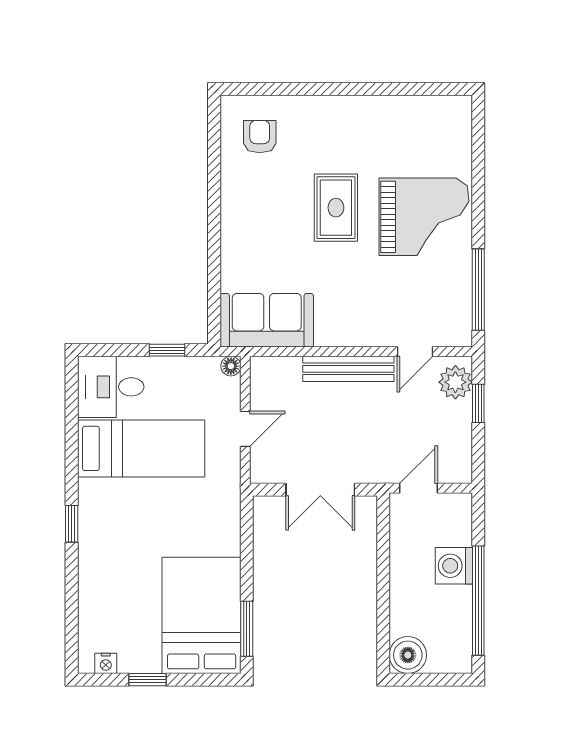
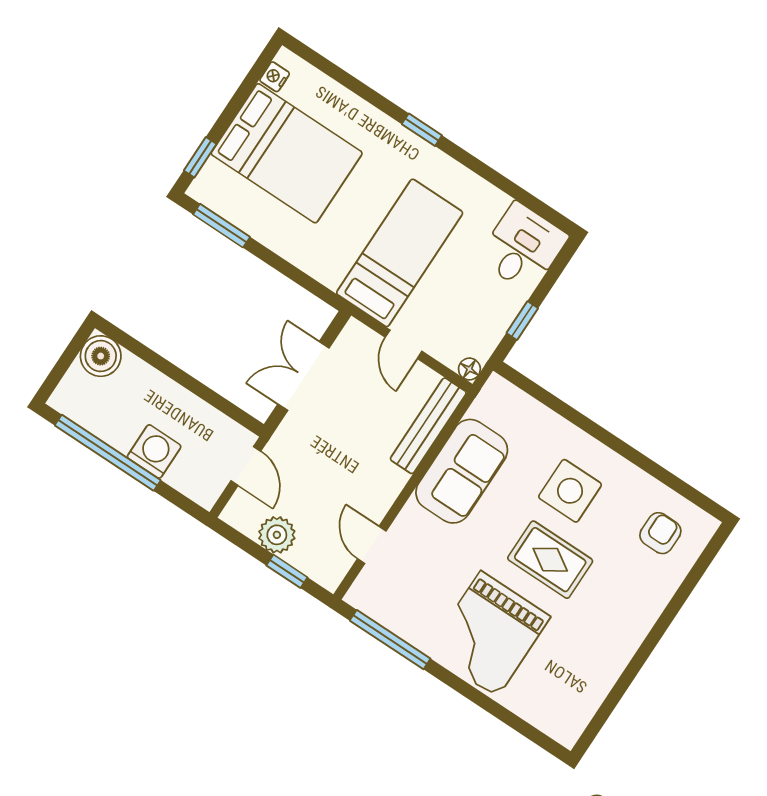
armchair: (260, 137) -> (660, 533), turned -90
side table: (273, 227) -> (570, 491), added
sofa: (267, 320) -> (462, 471), moved
bench: (348, 369) -> (428, 426), moved
plant: (455, 382) -> (277, 535), moved
bed: (141, 448) -> (400, 253), moved, turned 180
bed: (202, 615) -> (287, 153), moved
window: (147, 680) -> (200, 157), moved

